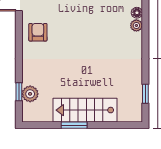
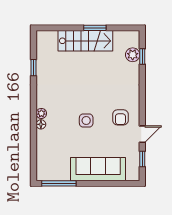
side table: (84, 17) -> (86, 120), added
armchair: (38, 32) -> (120, 117), moved
window: (145, 94) -> (34, 68), moved

